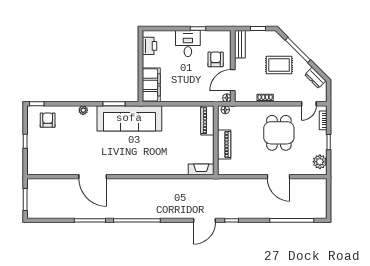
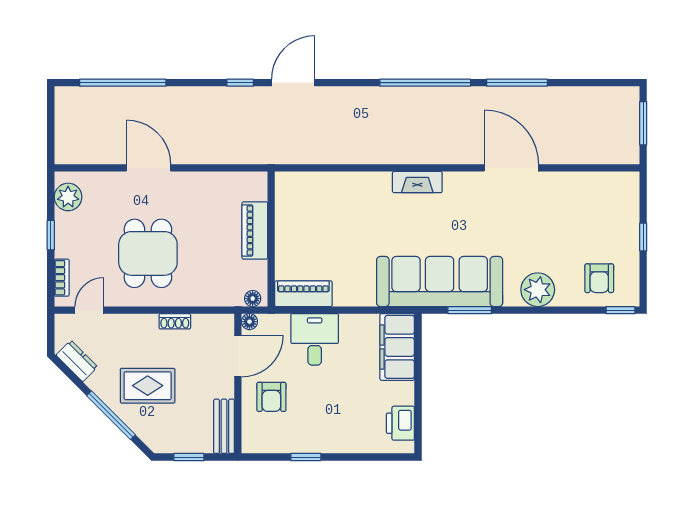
desk: (188, 43) -> (315, 339), moved, turned 180
plant: (83, 110) -> (538, 290), width x1.87, depth x1.87
piano: (207, 120) -> (303, 294), moved, turned -90
fireplace: (201, 169) -> (417, 182), moved

